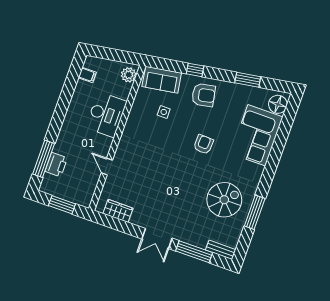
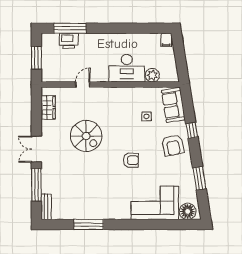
filing cabinet: (87, 75) -> (166, 40), moved
plant: (129, 75) -> (152, 75), moved
spiral stairs: (224, 200) -> (86, 136), moved

